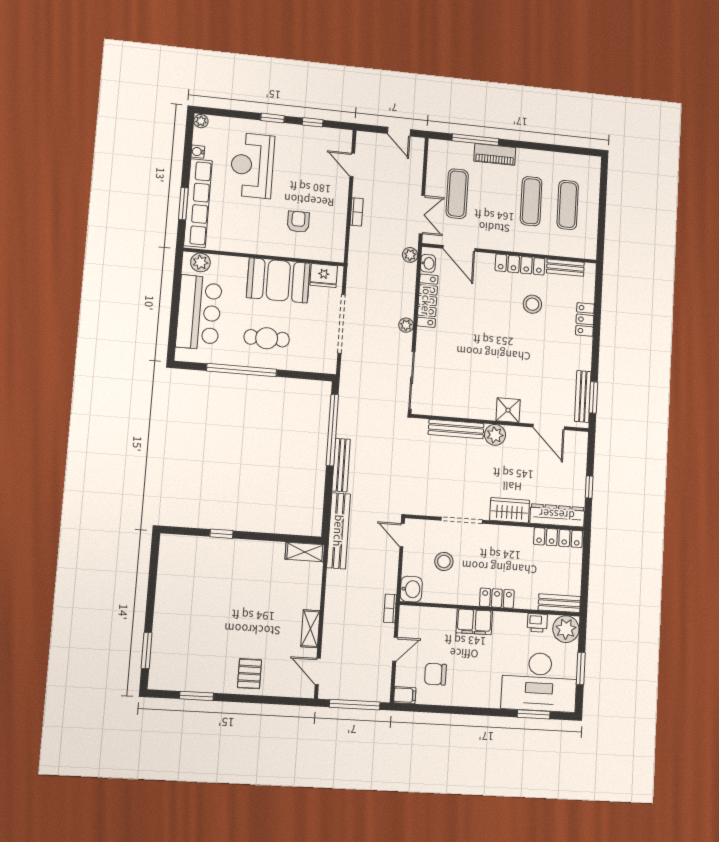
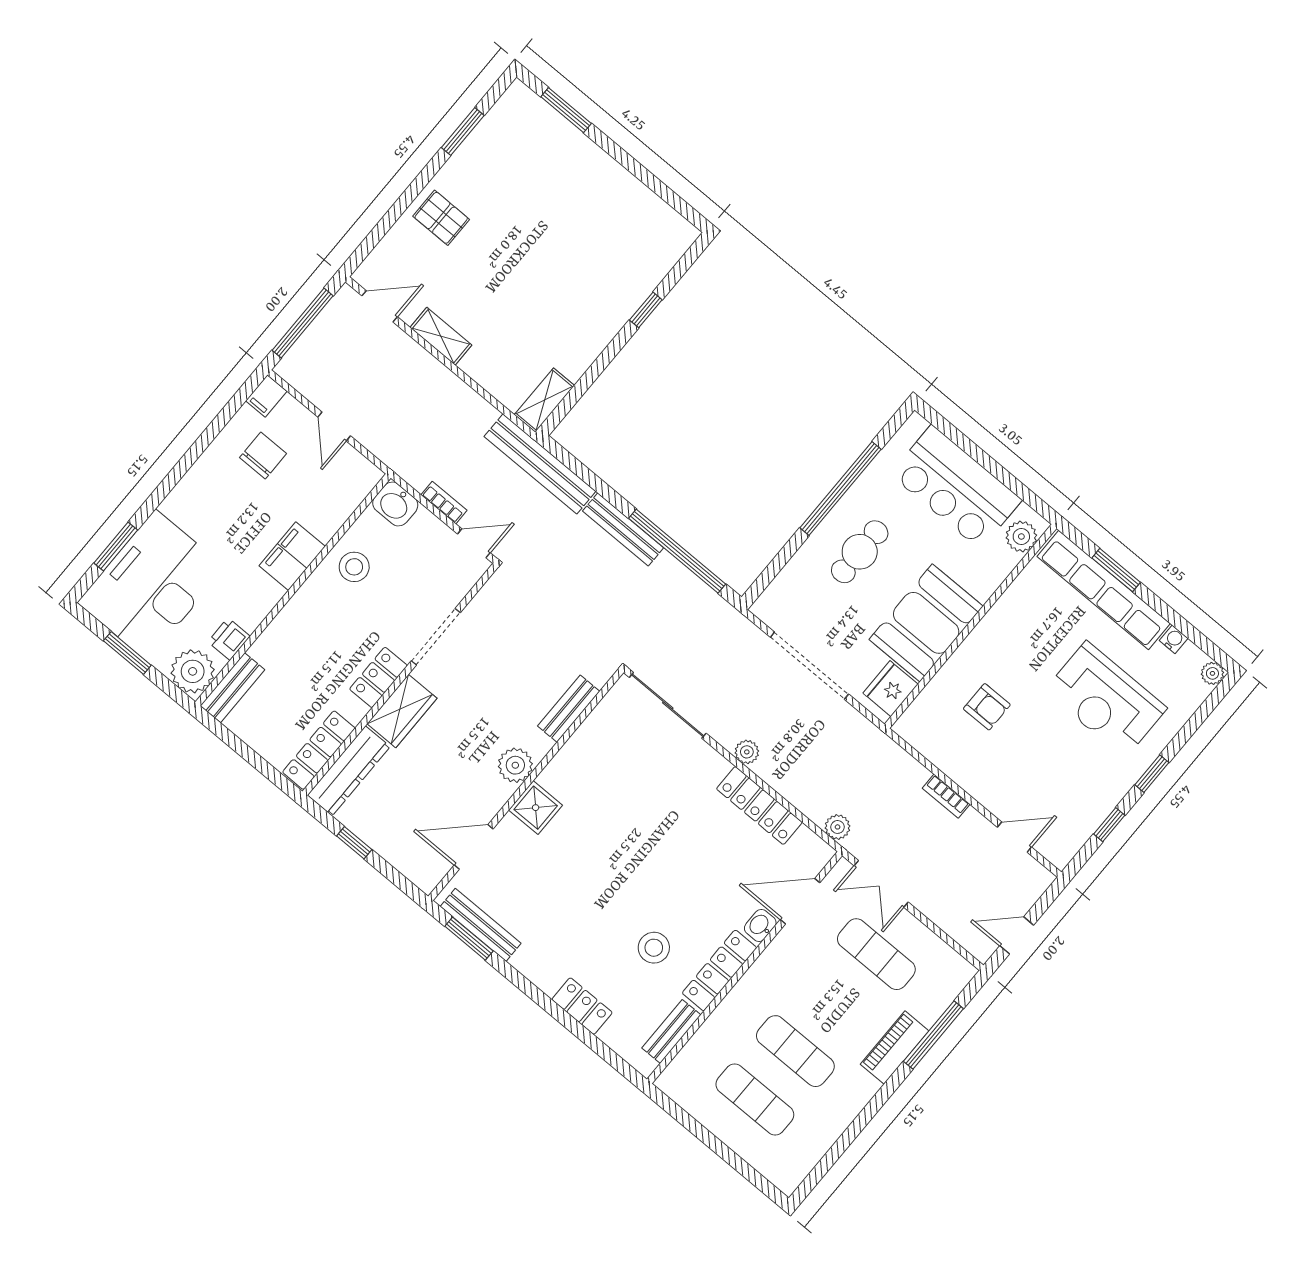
reception desk: (252, 165) -> (1106, 699), turned 180
washbasin: (428, 263) -> (760, 925), moved, turned 90
bench: (456, 429) -> (569, 709), width x0.73
stool: (444, 561) -> (354, 567), moved
locker: (497, 598) -> (378, 677), moved, turned 180
bookcase: (390, 608) -> (444, 503), moved

